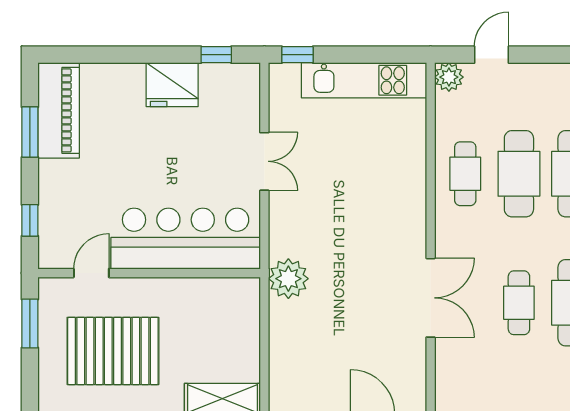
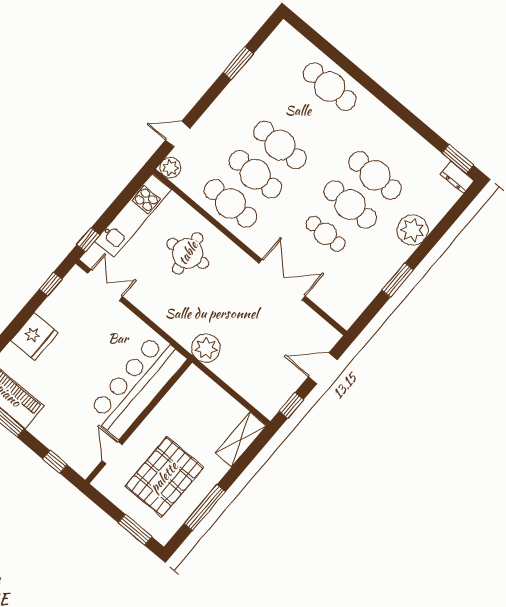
door: (491, 55) -> (178, 134), hinge flipped
fridge: (172, 85) -> (34, 336), moved
double door: (264, 161) -> (105, 285), moved
round table: (373, 173) -> (188, 253), added
cafe table: (465, 174) -> (230, 203), width x1.37, depth x1.35
window: (30, 324) -> (135, 530), moved

